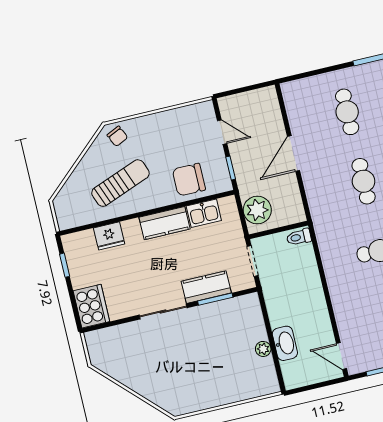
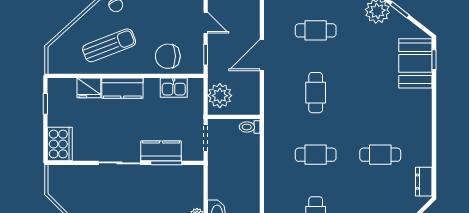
cafe table: (347, 112) -> (316, 30), turned 90
kitchen counter: (165, 223) -> (122, 88), moved

